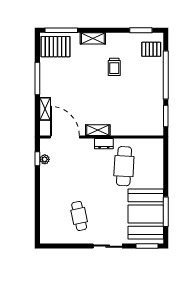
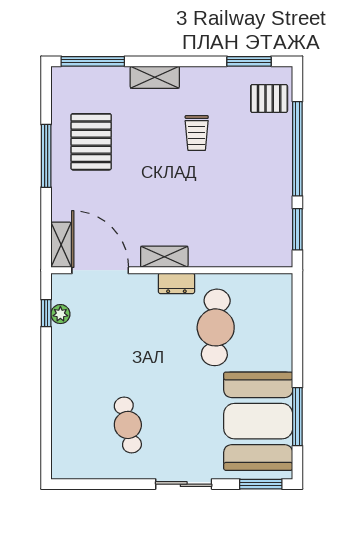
pallet: (55, 47) -> (91, 142), moved, turned 90
shelving: (45, 109) -> (61, 245), moved

